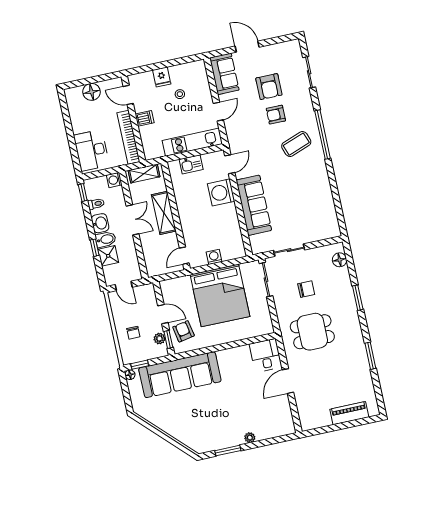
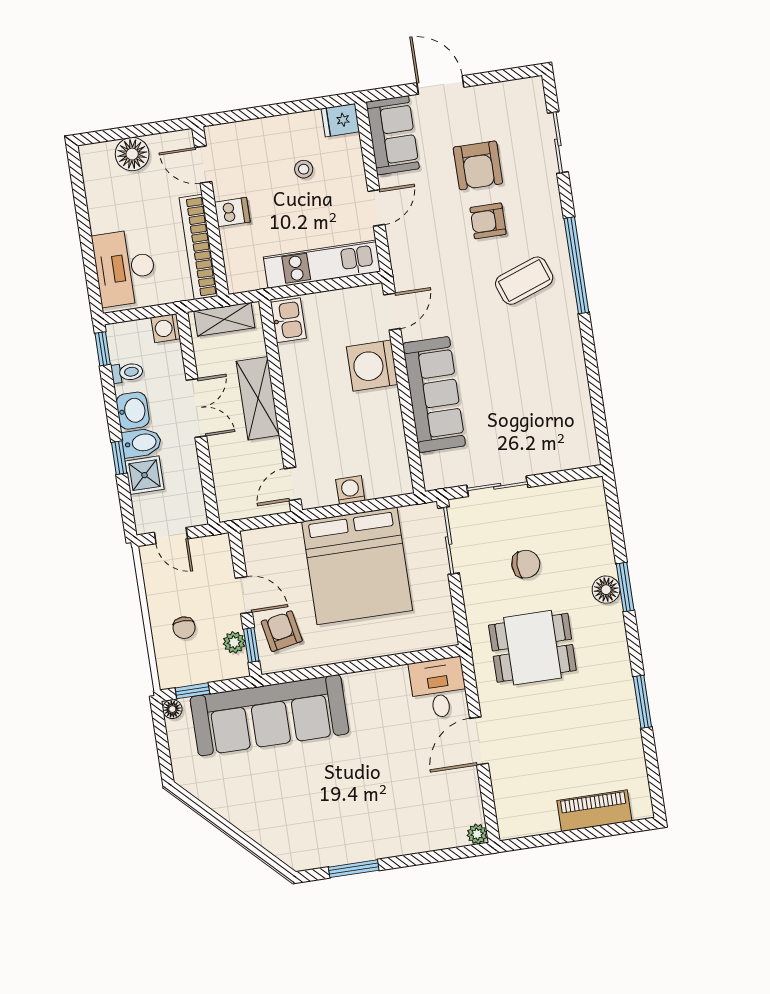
fridge: (162, 77) -> (340, 120), moved, turned 90
kitchen sink: (191, 164) -> (288, 320), moved, turned -90
floor lamp: (340, 260) -> (606, 590), moved
plant: (250, 438) -> (477, 834), moved

